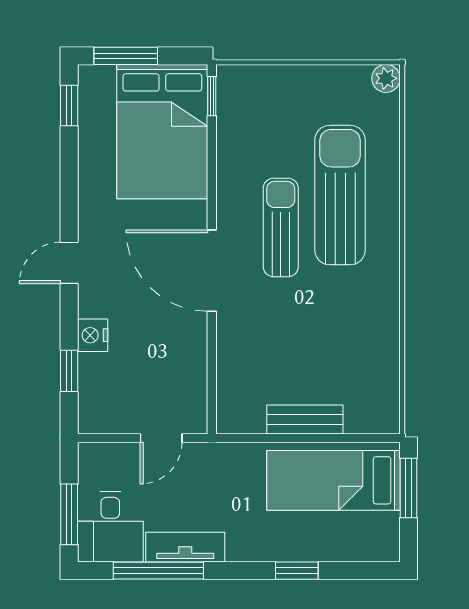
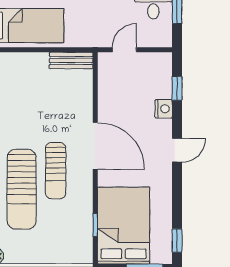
window: (212, 96) -> (95, 225), moved
bench: (305, 420) -> (71, 60), moved

